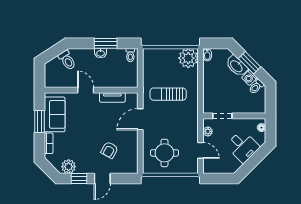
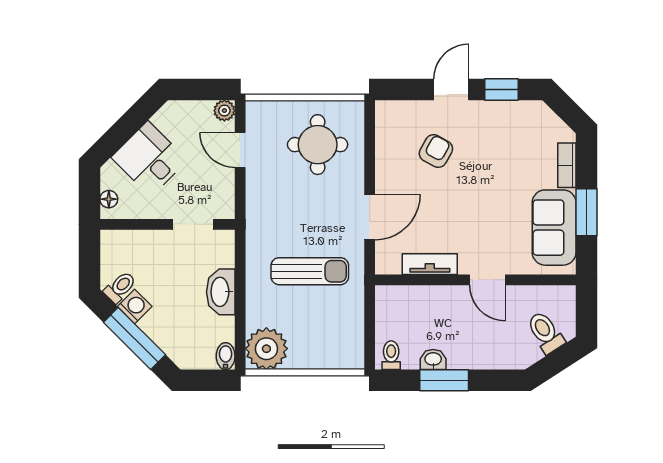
washbasin: (101, 53) -> (433, 360), moved
toilet: (67, 60) -> (545, 332), moved
window: (250, 63) -> (134, 339), width x1.44
washbasin: (237, 66) -> (221, 292), moved, turned -135
plant: (208, 131) -> (224, 111), moved
plant: (69, 167) -> (524, 115), removed

